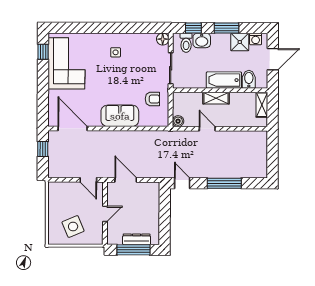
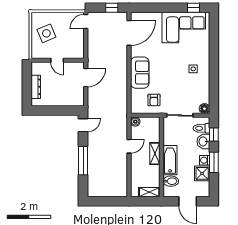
washing machine: (256, 39) -> (205, 160), moved
door: (88, 180) -> (86, 22), moved
window: (134, 250) -> (27, 84), removed

